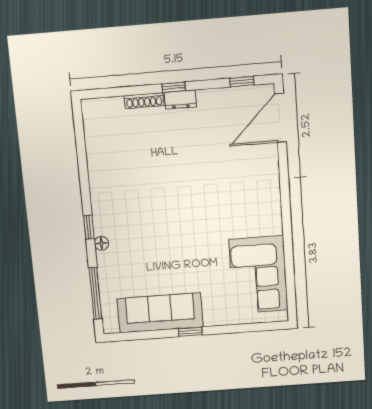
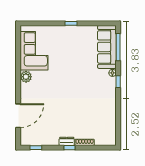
door: (280, 118) -> (18, 116), moved
plant: (271, 223) -> (26, 77), added
sofa: (160, 313) -> (107, 47), moved, turned 90

